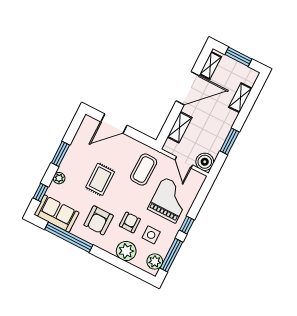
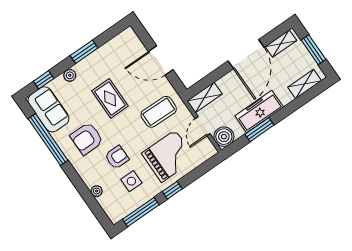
door: (188, 88) -> (246, 54), hinge flipped
shelving: (240, 98) -> (305, 84), moved
door: (114, 124) -> (161, 61), moved
shelving: (180, 127) -> (205, 98), moved
freezer: (222, 127) -> (259, 111), added
rug: (100, 179) -> (110, 98), turned 90
plant: (126, 251) -> (97, 191), width x0.53, depth x0.53
plant: (155, 261) -> (121, 210), removed

